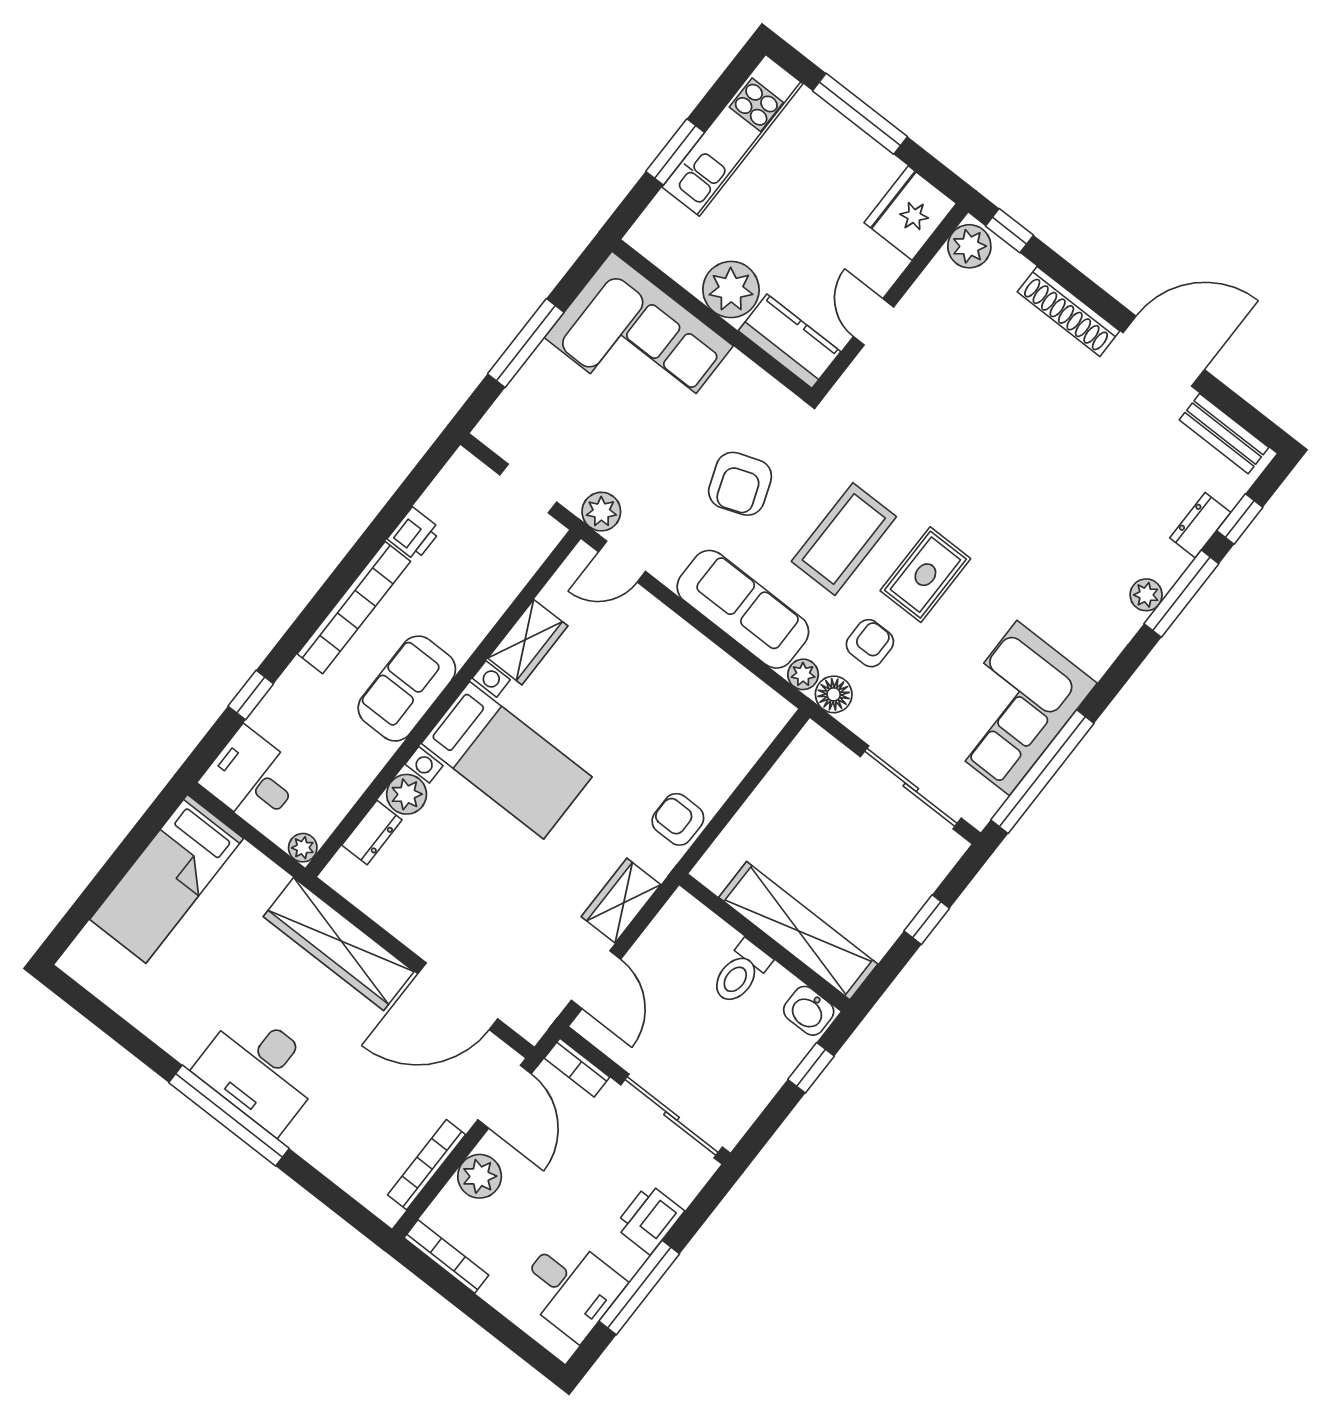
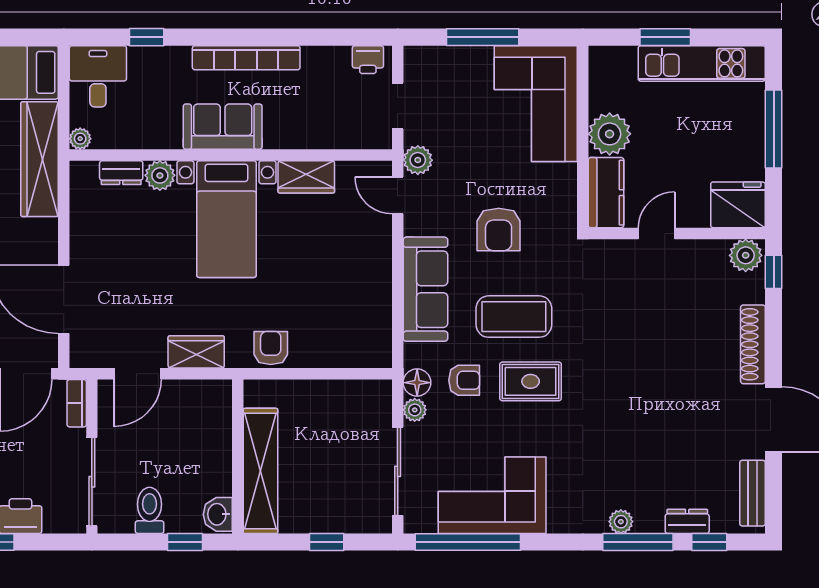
armchair: (740, 484) -> (499, 229), turned -70
printer: (414, 534) -> (368, 60), moved
plant: (803, 674) -> (415, 410), moved
wardrobe: (339, 944) -> (40, 159), moved
toilet: (741, 973) -> (150, 510), moved, turned 90

